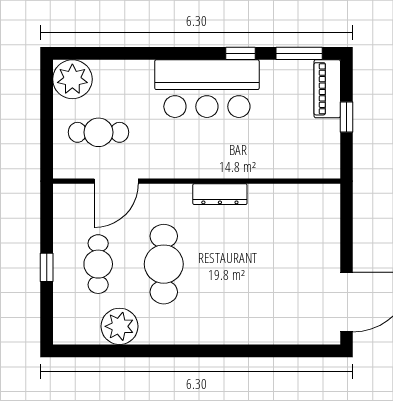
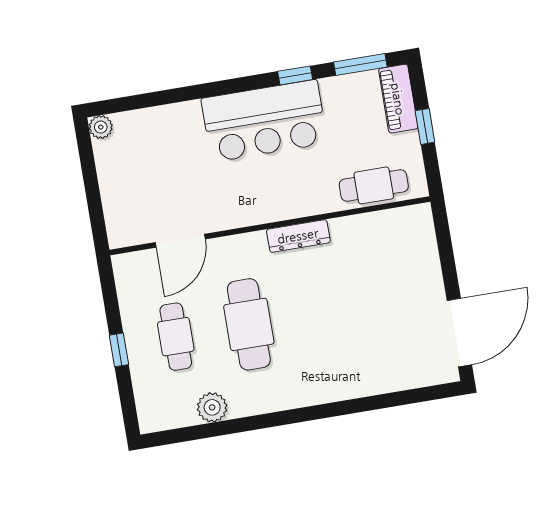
plant: (72, 79) -> (101, 127), width x0.53, depth x0.53
cafe table: (98, 132) -> (374, 185), moved
plant: (120, 326) -> (212, 407), width x0.73, depth x0.73

